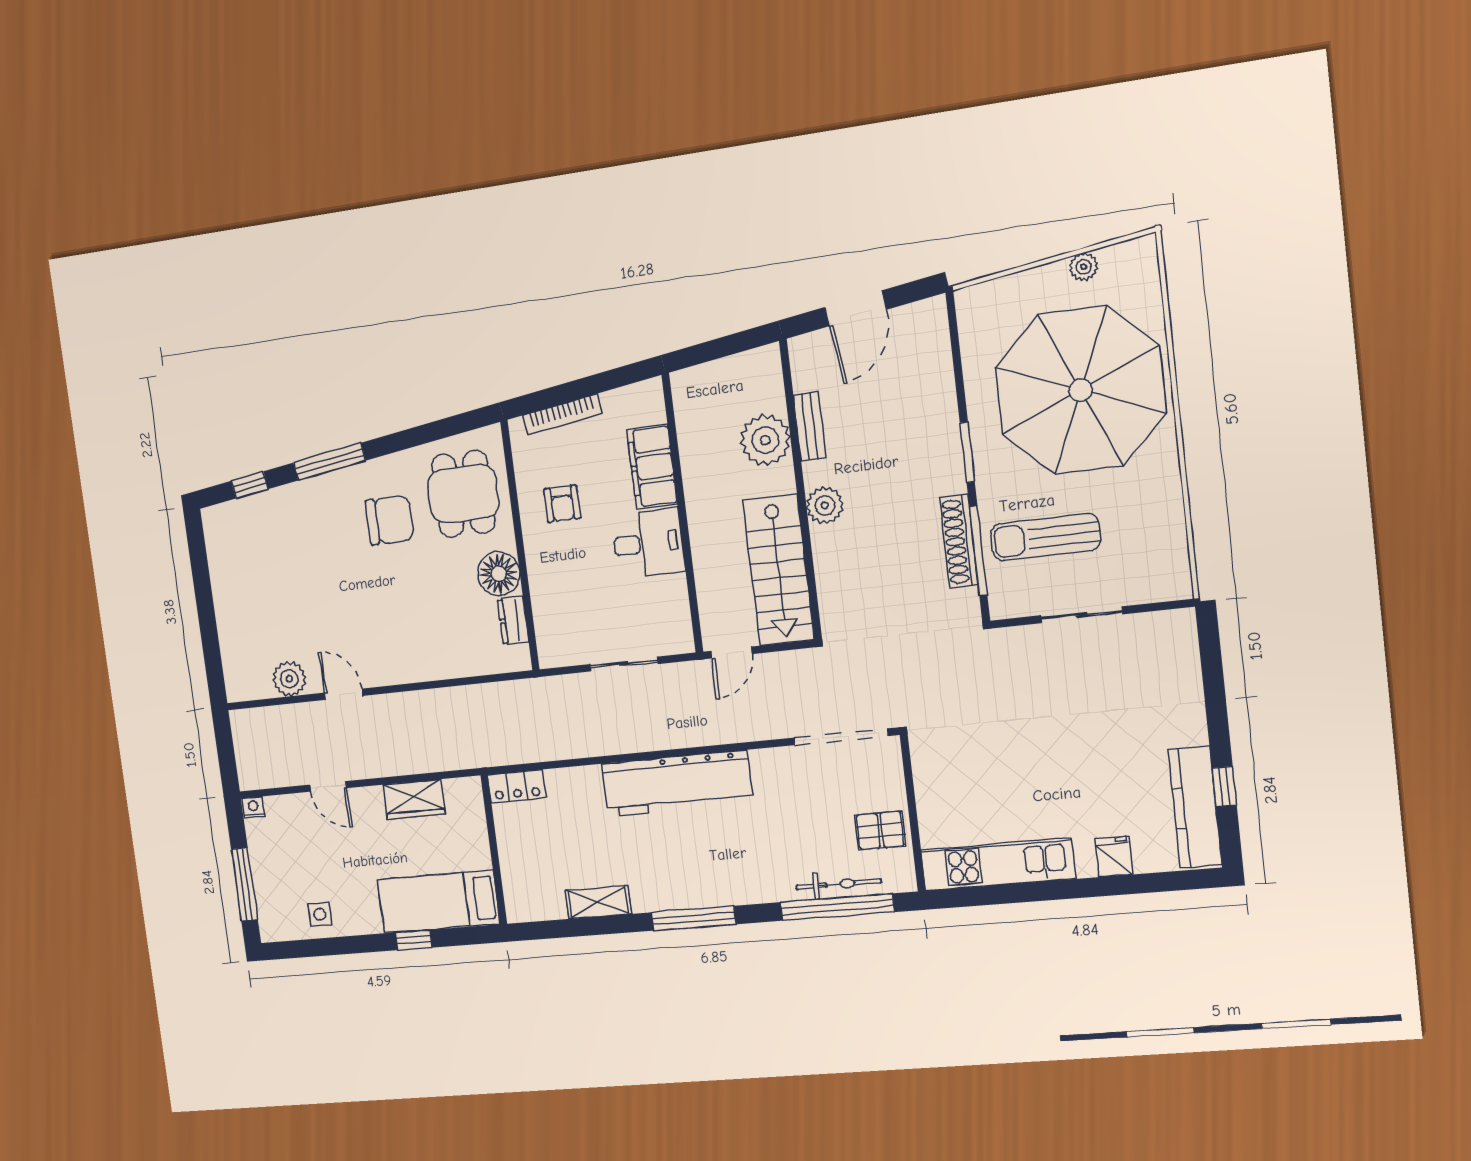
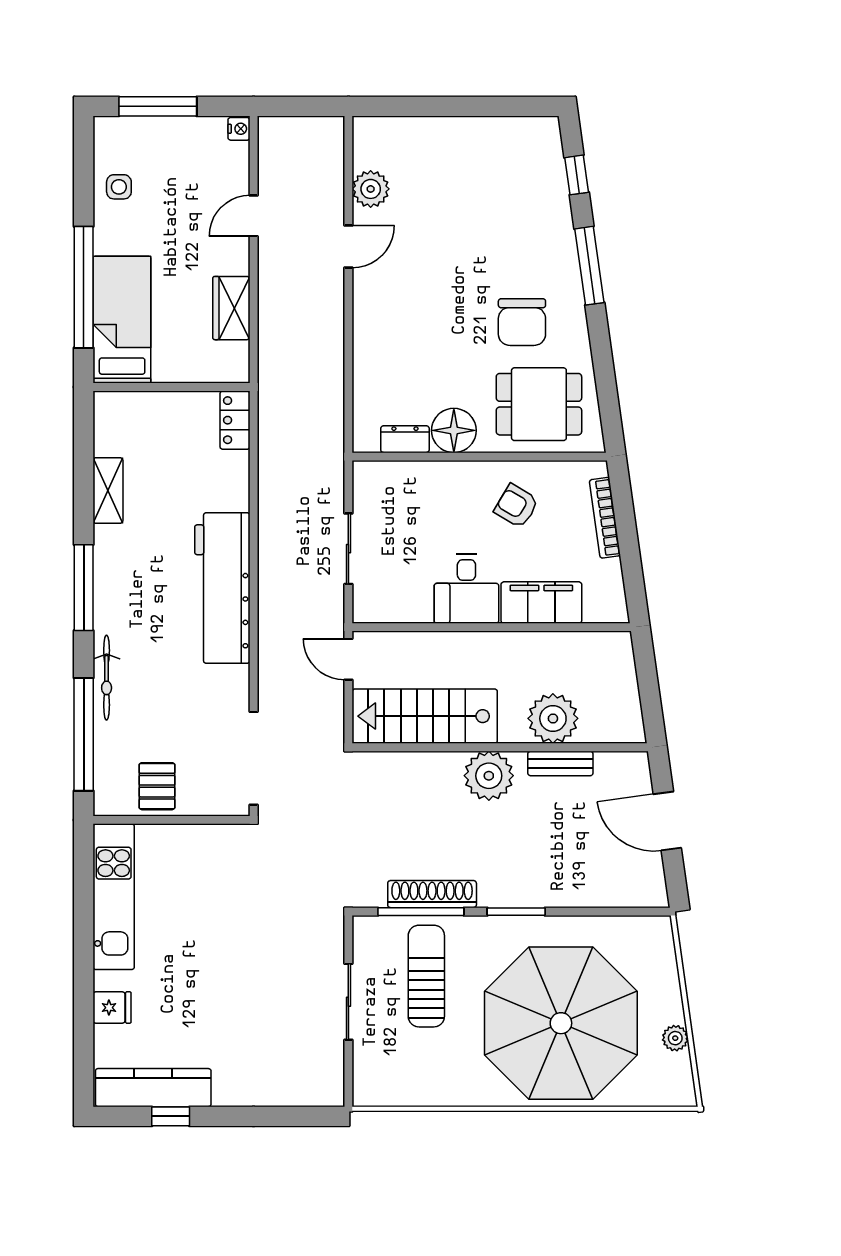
armchair: (562, 504) -> (516, 506), turned 31
plant: (825, 505) -> (489, 776), width x1.36, depth x1.36
bicycle: (839, 884) -> (107, 678), moved
window: (414, 940) -> (84, 287), width x3.17

